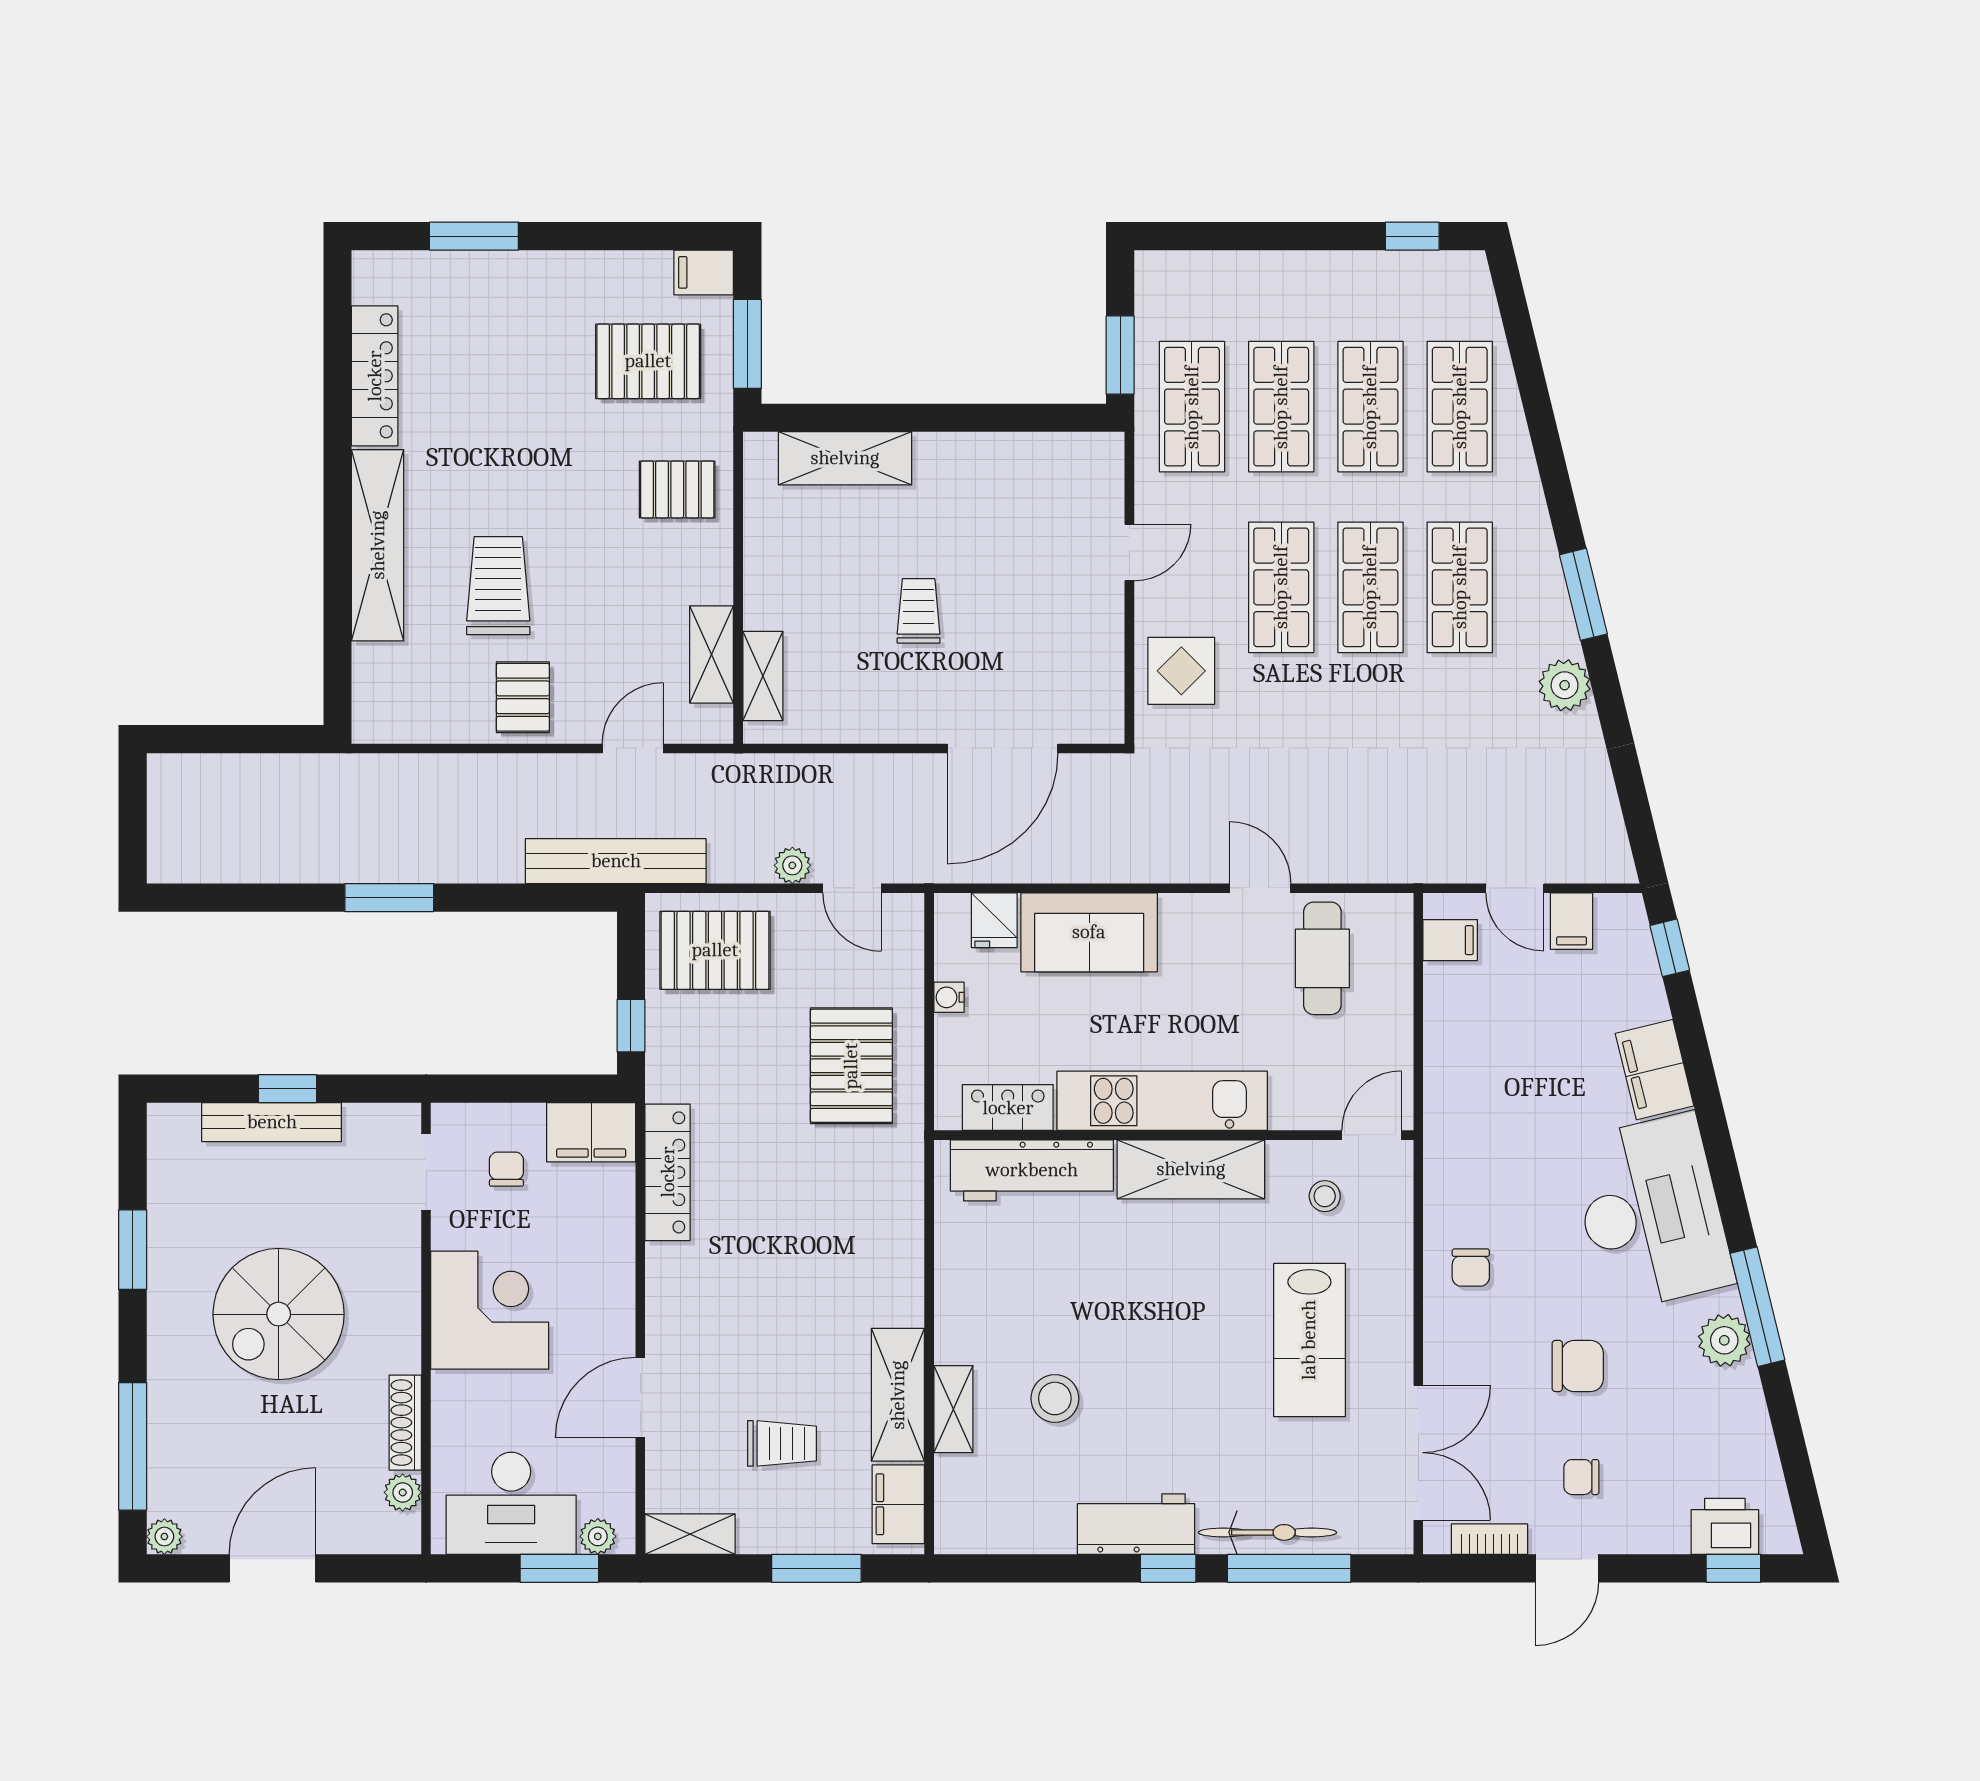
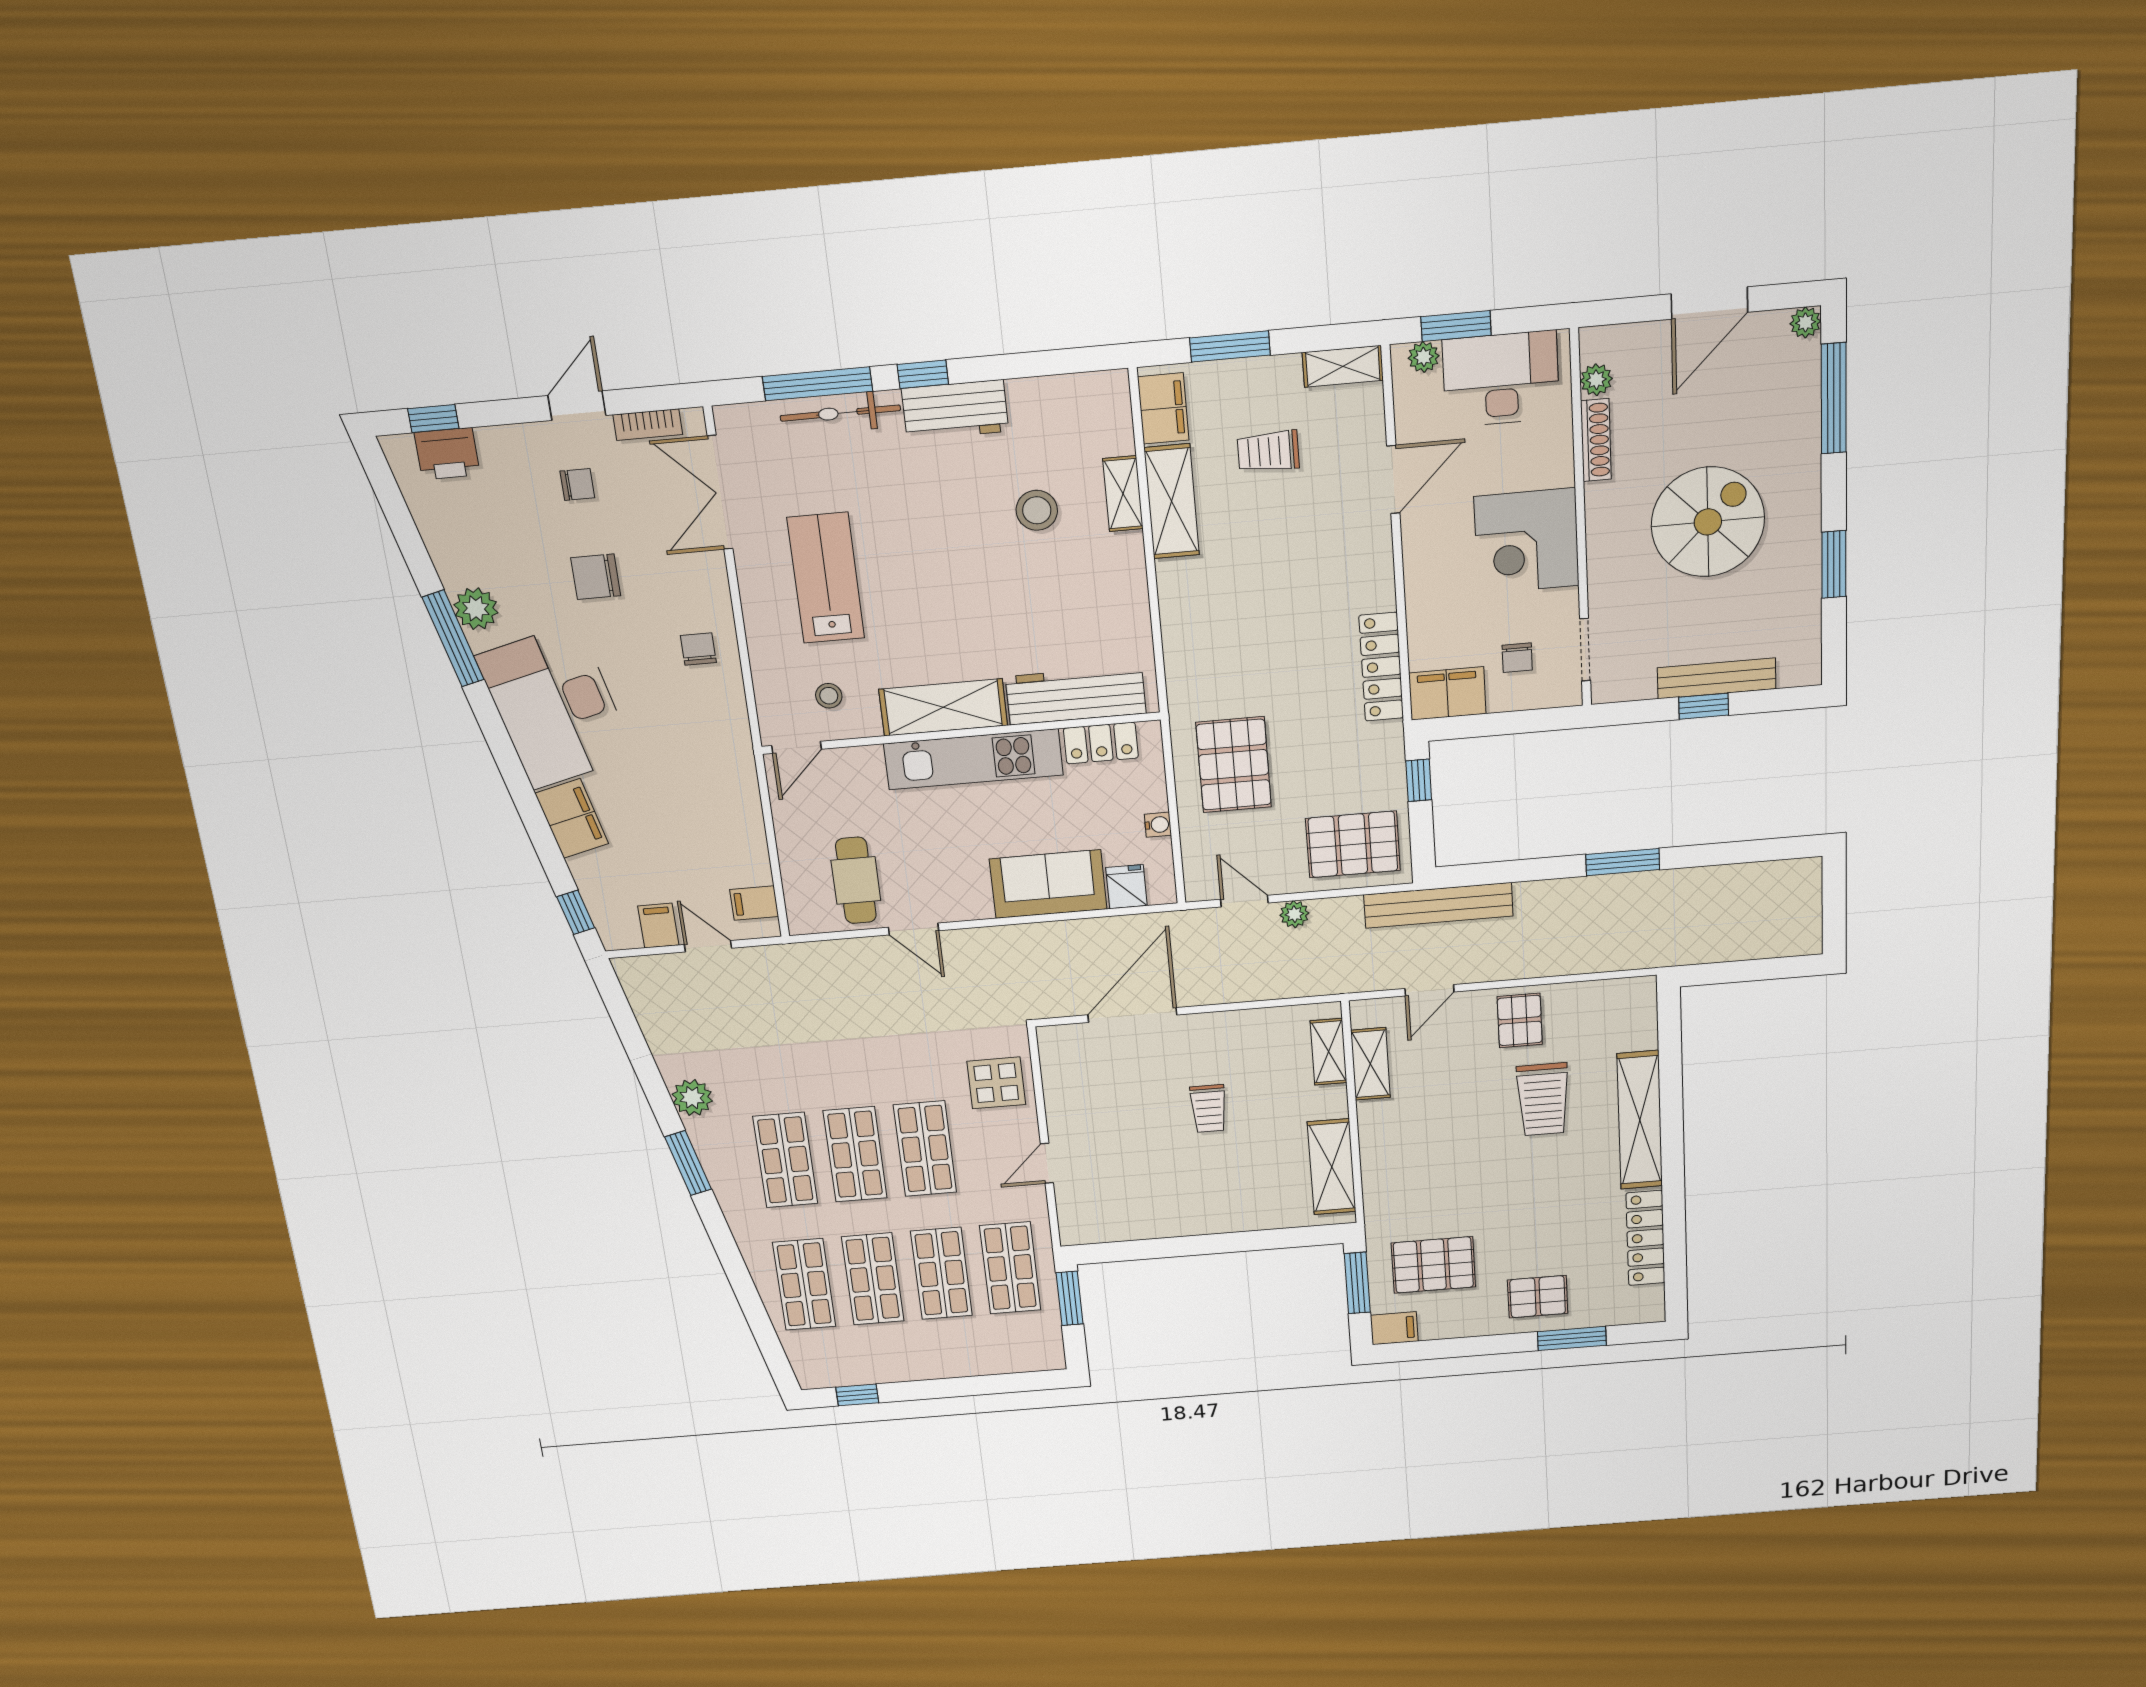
shelving: (845, 458) -> (1332, 1167), moved, turned 90
pallet: (677, 489) -> (1538, 1297), moved

